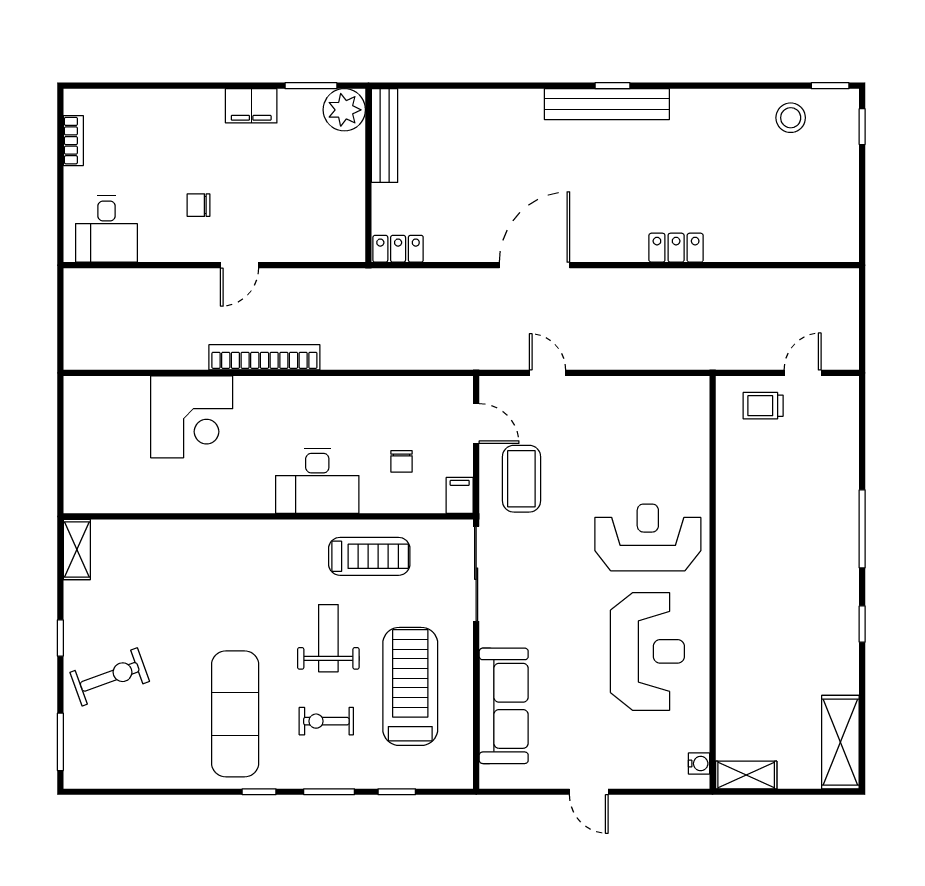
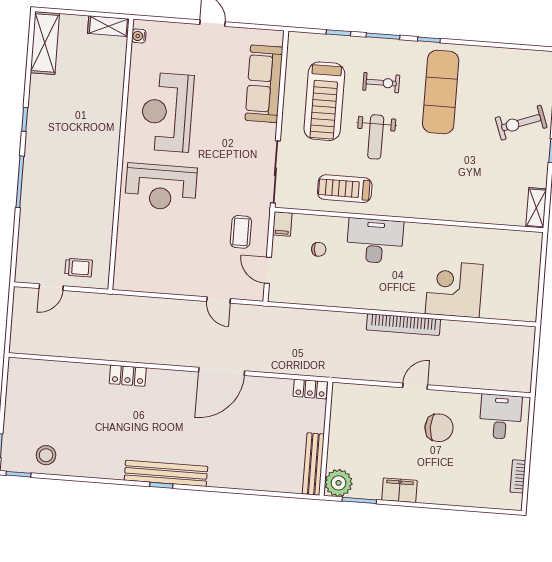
chair: (199, 205) -> (439, 428), width x1.87, depth x1.87
chair: (402, 461) -> (319, 249), turned 83
coffee table: (521, 479) -> (241, 232), width x0.73, depth x0.77

